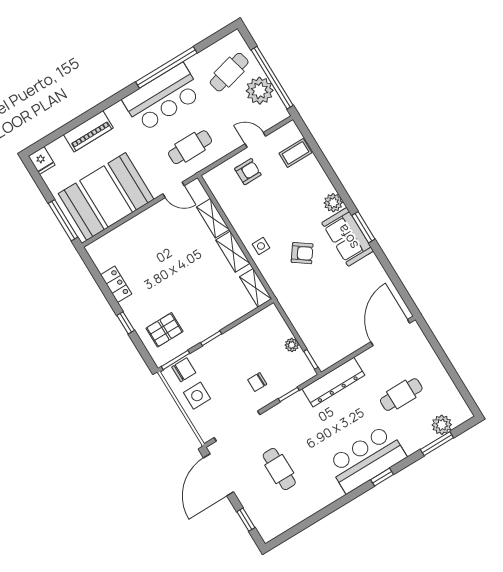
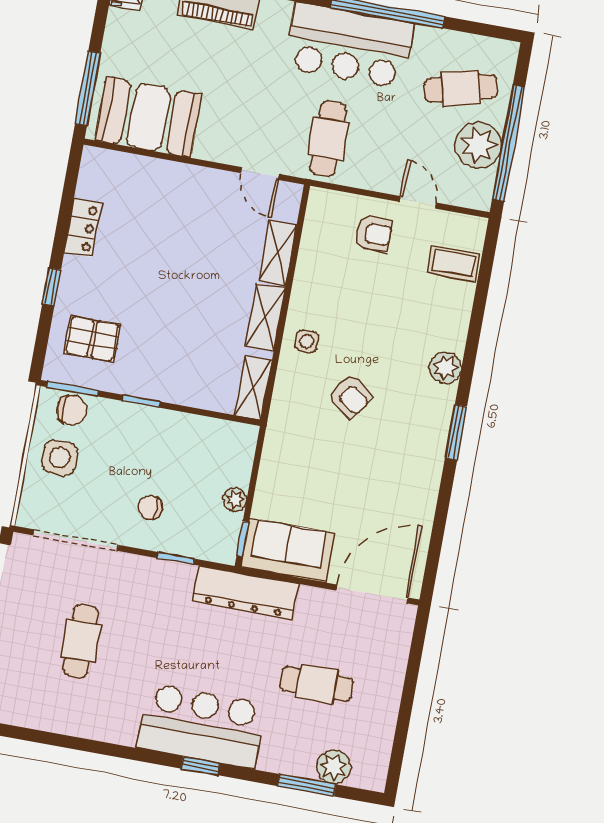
cafe table: (190, 147) -> (328, 138), turned 90
booth: (106, 196) -> (148, 117), width x0.73, depth x0.70
sofa: (348, 237) -> (288, 550), moved, turned 90

